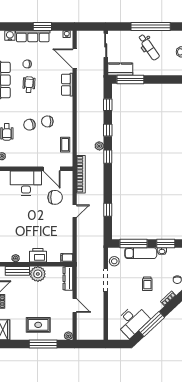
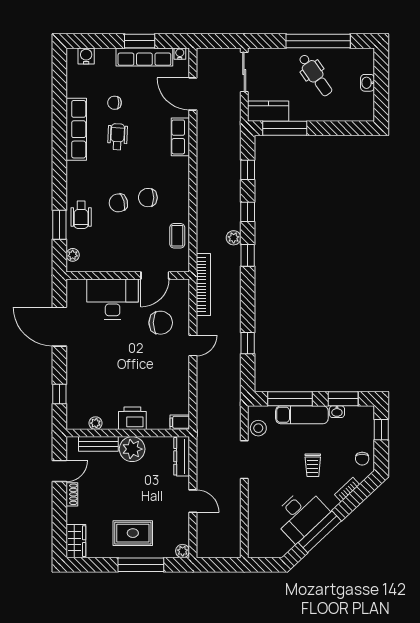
row of seats: (33, 36) -> (144, 57), moved
door: (52, 169) -> (155, 275), hinge flipped
desk: (132, 321) -> (300, 515), moved

